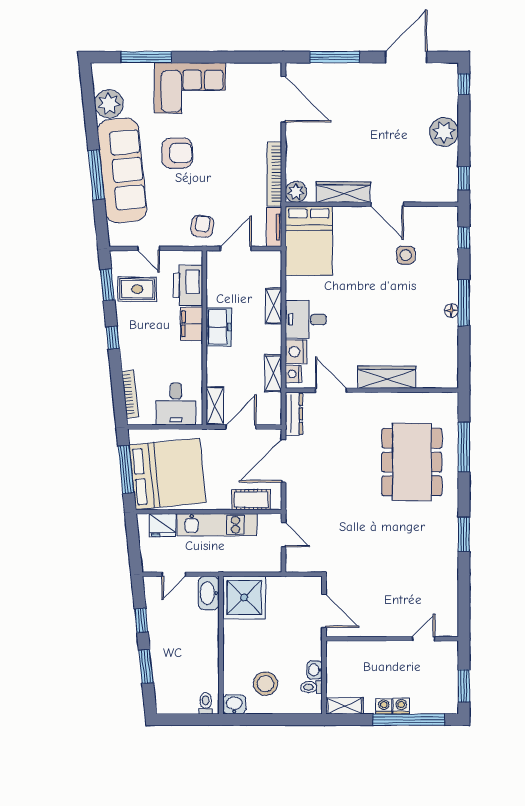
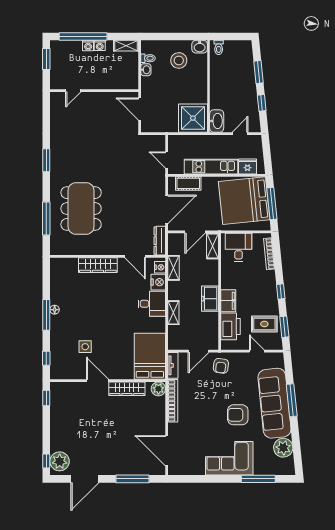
plant: (444, 132) -> (60, 461), moved

